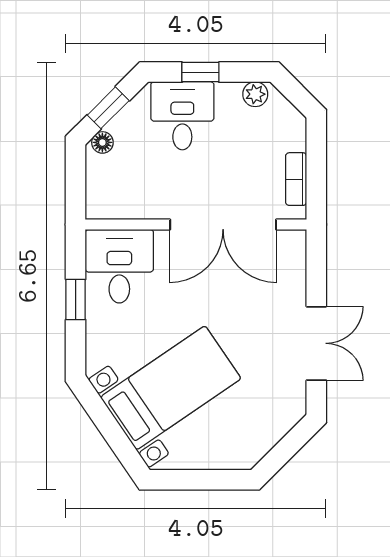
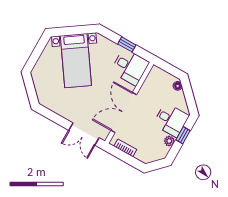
plant: (255, 94) -> (169, 141), moved
window: (108, 108) -> (189, 95), removed
double door: (316, 343) -> (84, 134), moved

